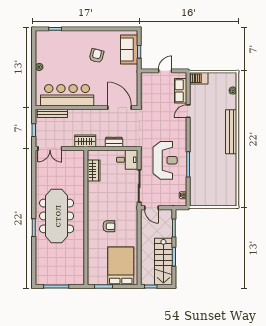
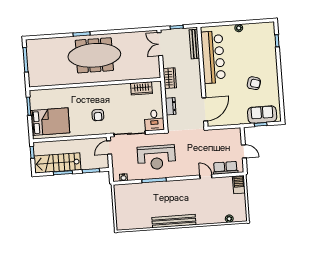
bench: (231, 132) -> (174, 221), moved
armchair: (109, 226) -> (98, 115), moved

